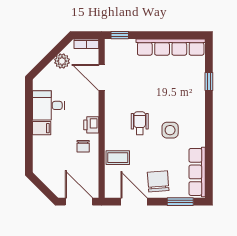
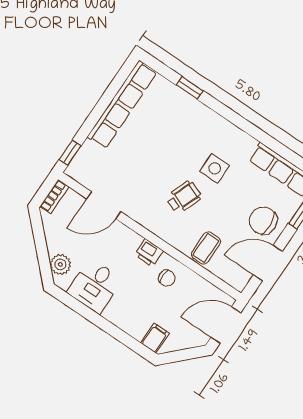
plant: (62, 61) -> (60, 264), moved
wheelchair: (140, 123) -> (184, 197), turned 111
filing cabinet: (42, 128) -> (155, 338), moved

